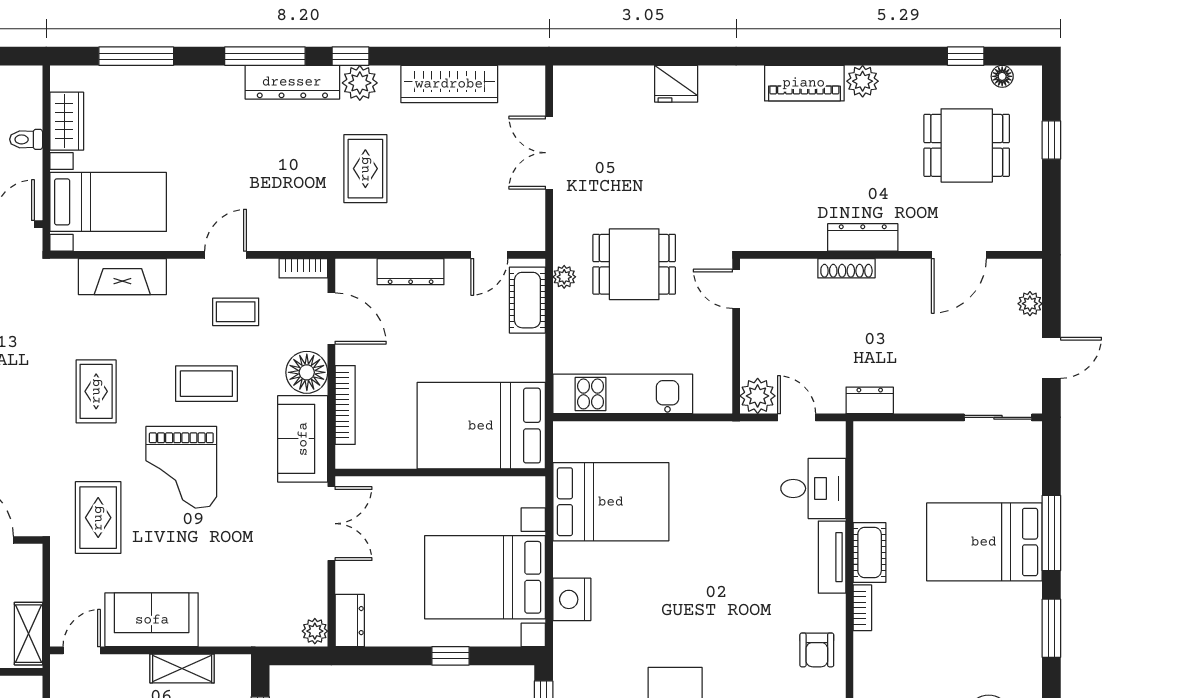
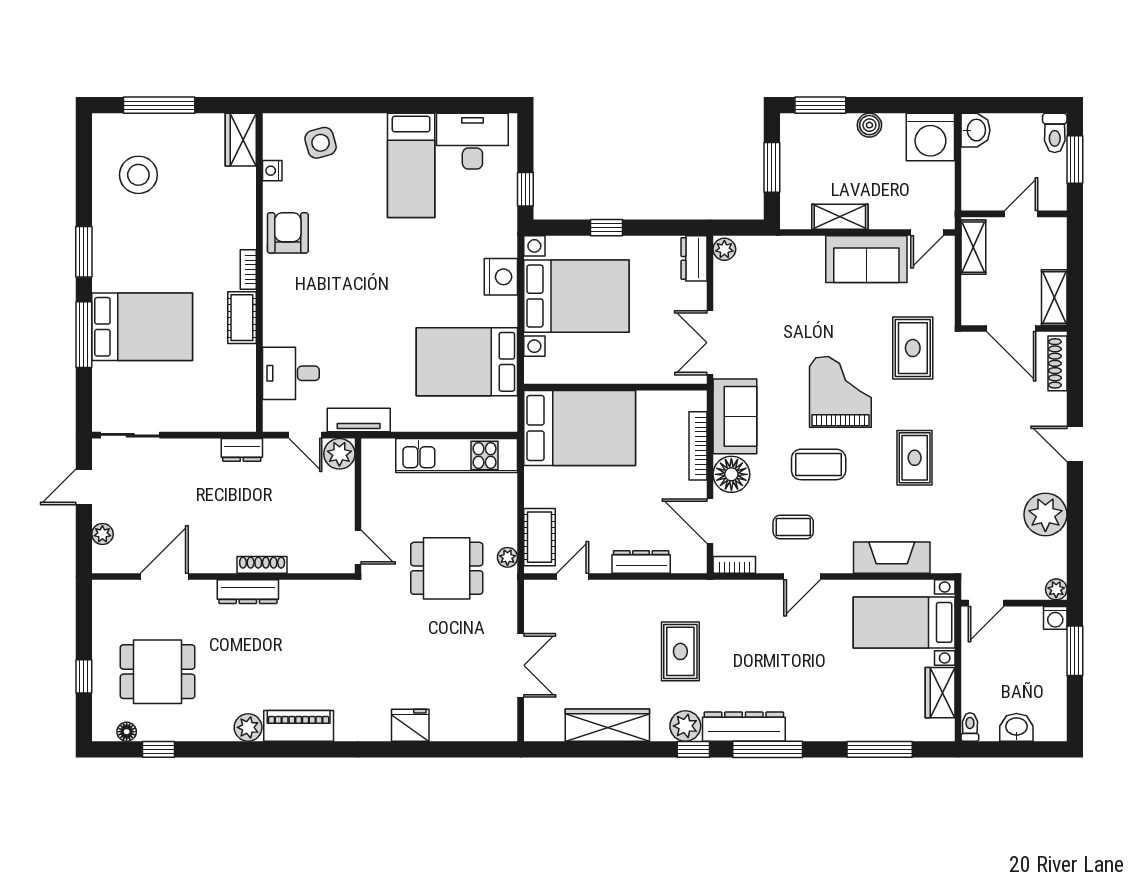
toilet: (26, 139) -> (970, 727), moved, turned -90
tv unit: (832, 557) -> (359, 420), moved, turned -90
armchair: (817, 650) -> (288, 233), width x1.38, depth x1.38

